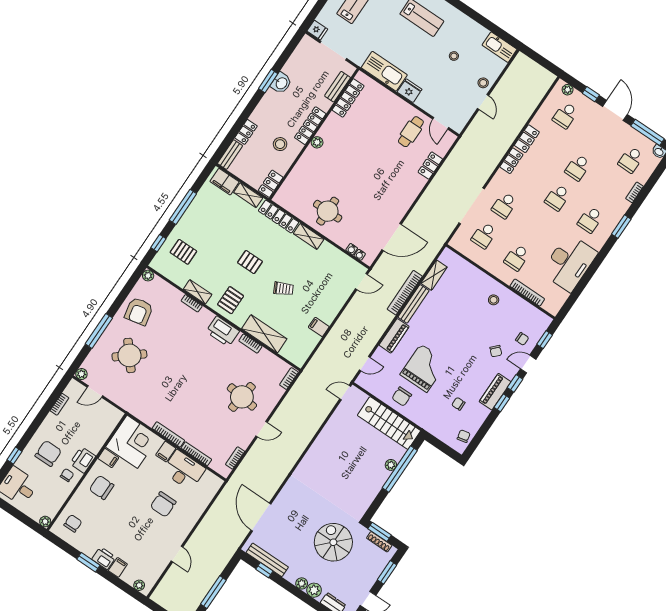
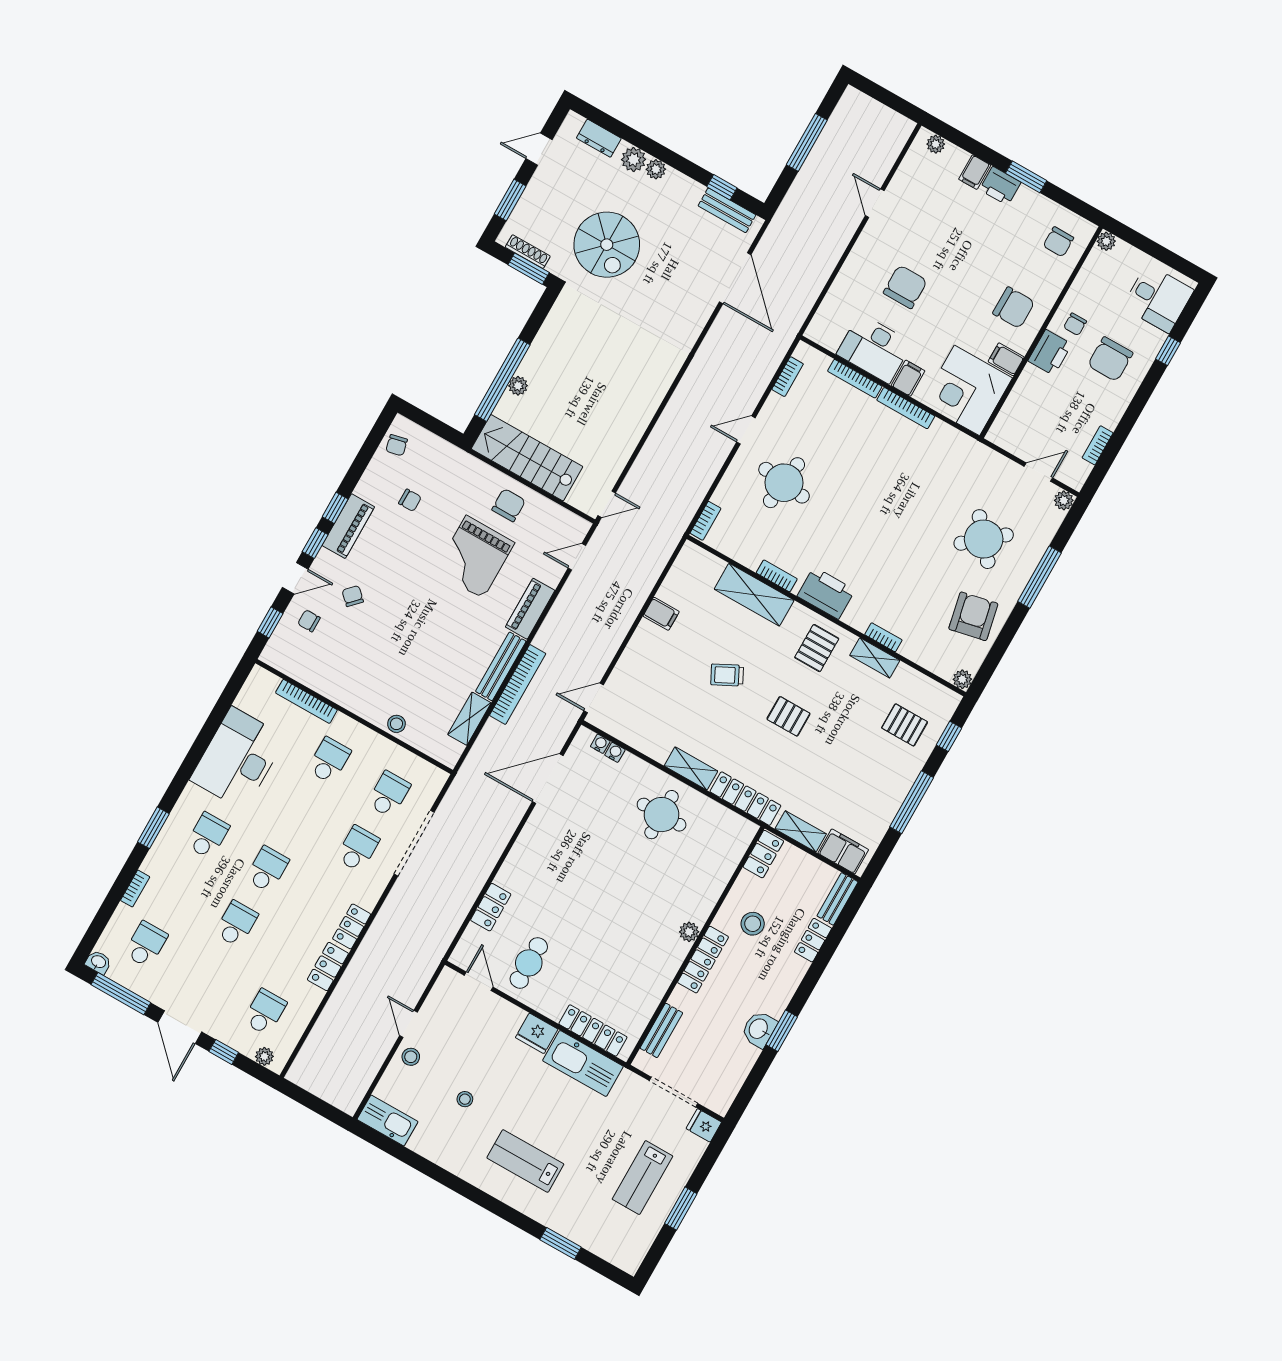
locker: (348, 98) -> (593, 1030), moved, turned 90
stool: (494, 300) -> (396, 724), moved
bench: (267, 560) -> (727, 210), width x0.73

